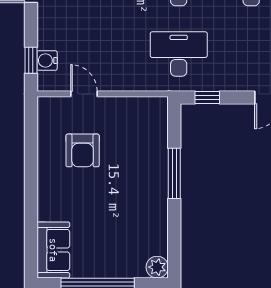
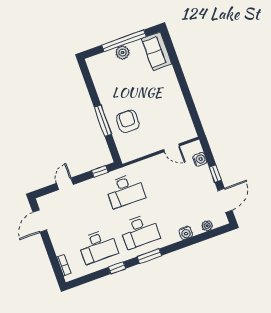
window: (31, 60) -> (215, 174), moved
armchair: (83, 150) -> (128, 121), moved
plant: (157, 267) -> (123, 52), moved

